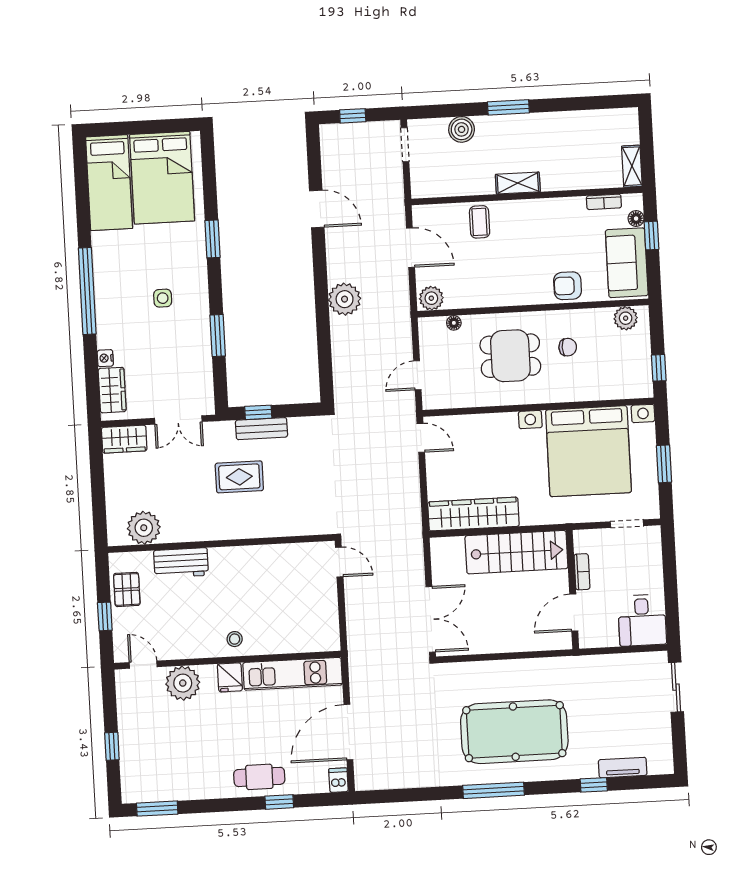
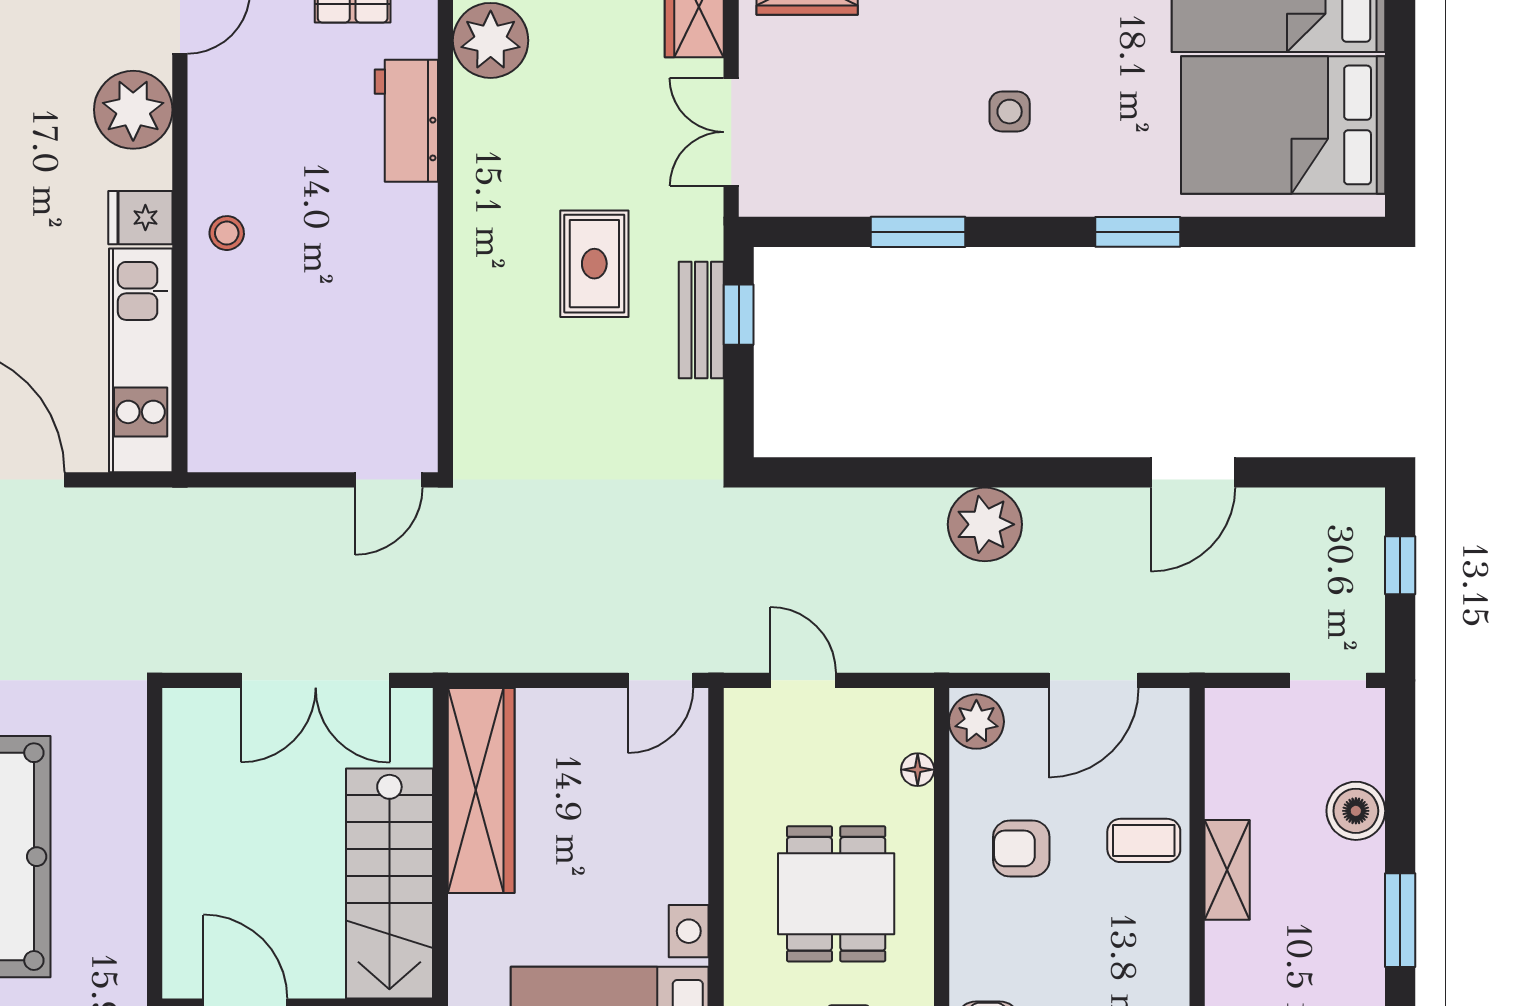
shelving: (518, 183) -> (1227, 870), moved
armchair: (486, 275) -> (1021, 848), added
double door: (431, 619) -> (316, 680), moved

